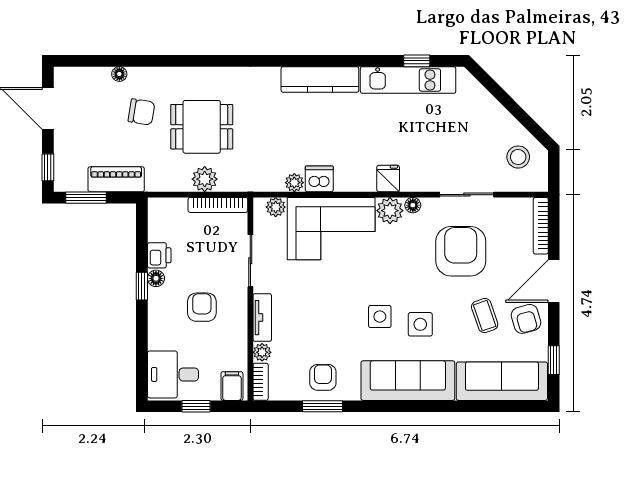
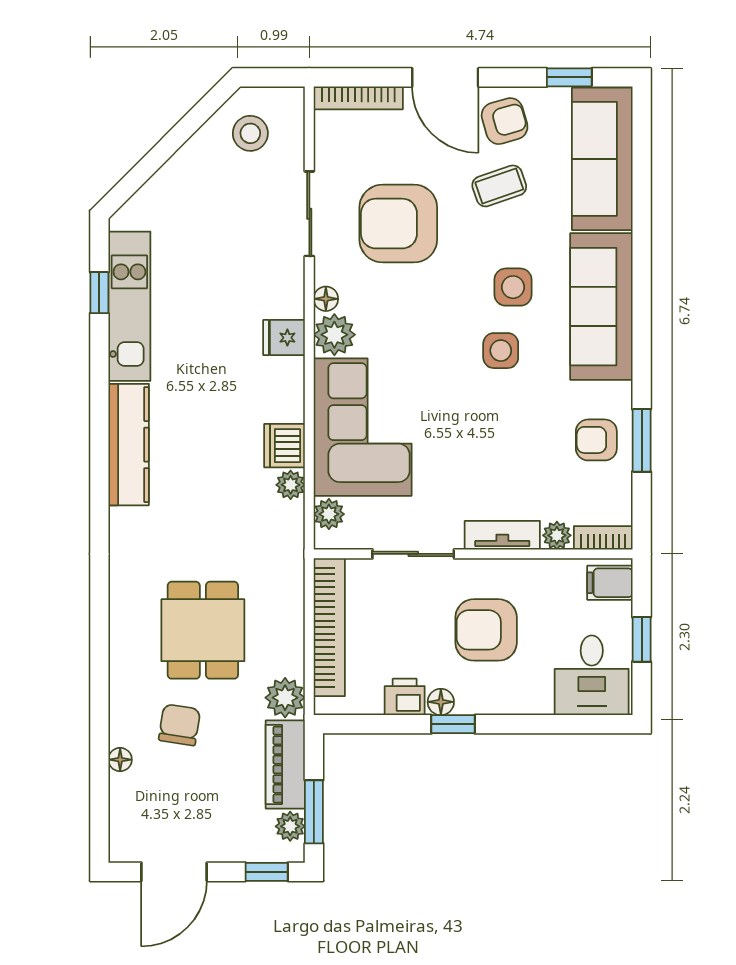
plant: (205, 179) -> (285, 698), moved
plant: (77, 182) -> (290, 826), added
bookcase: (218, 205) -> (329, 627), width x1.48, depth x1.31
armchair: (202, 307) -> (486, 630), width x1.38, depth x1.38

